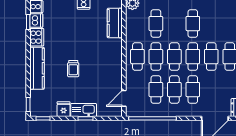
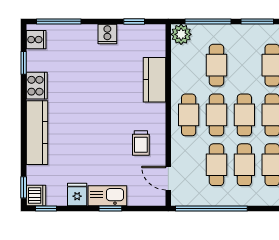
dishwasher: (36, 21) -> (36, 196), moved
kitchen counter: (115, 23) -> (154, 80), moved
trolley: (73, 69) -> (141, 143), moved
door: (124, 98) -> (168, 178), hinge flipped

